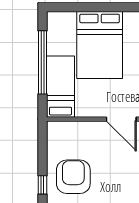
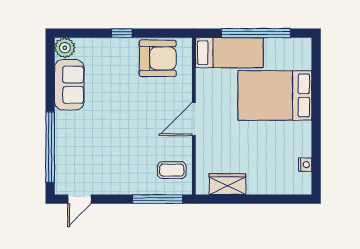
armchair: (73, 177) -> (158, 58), moved

